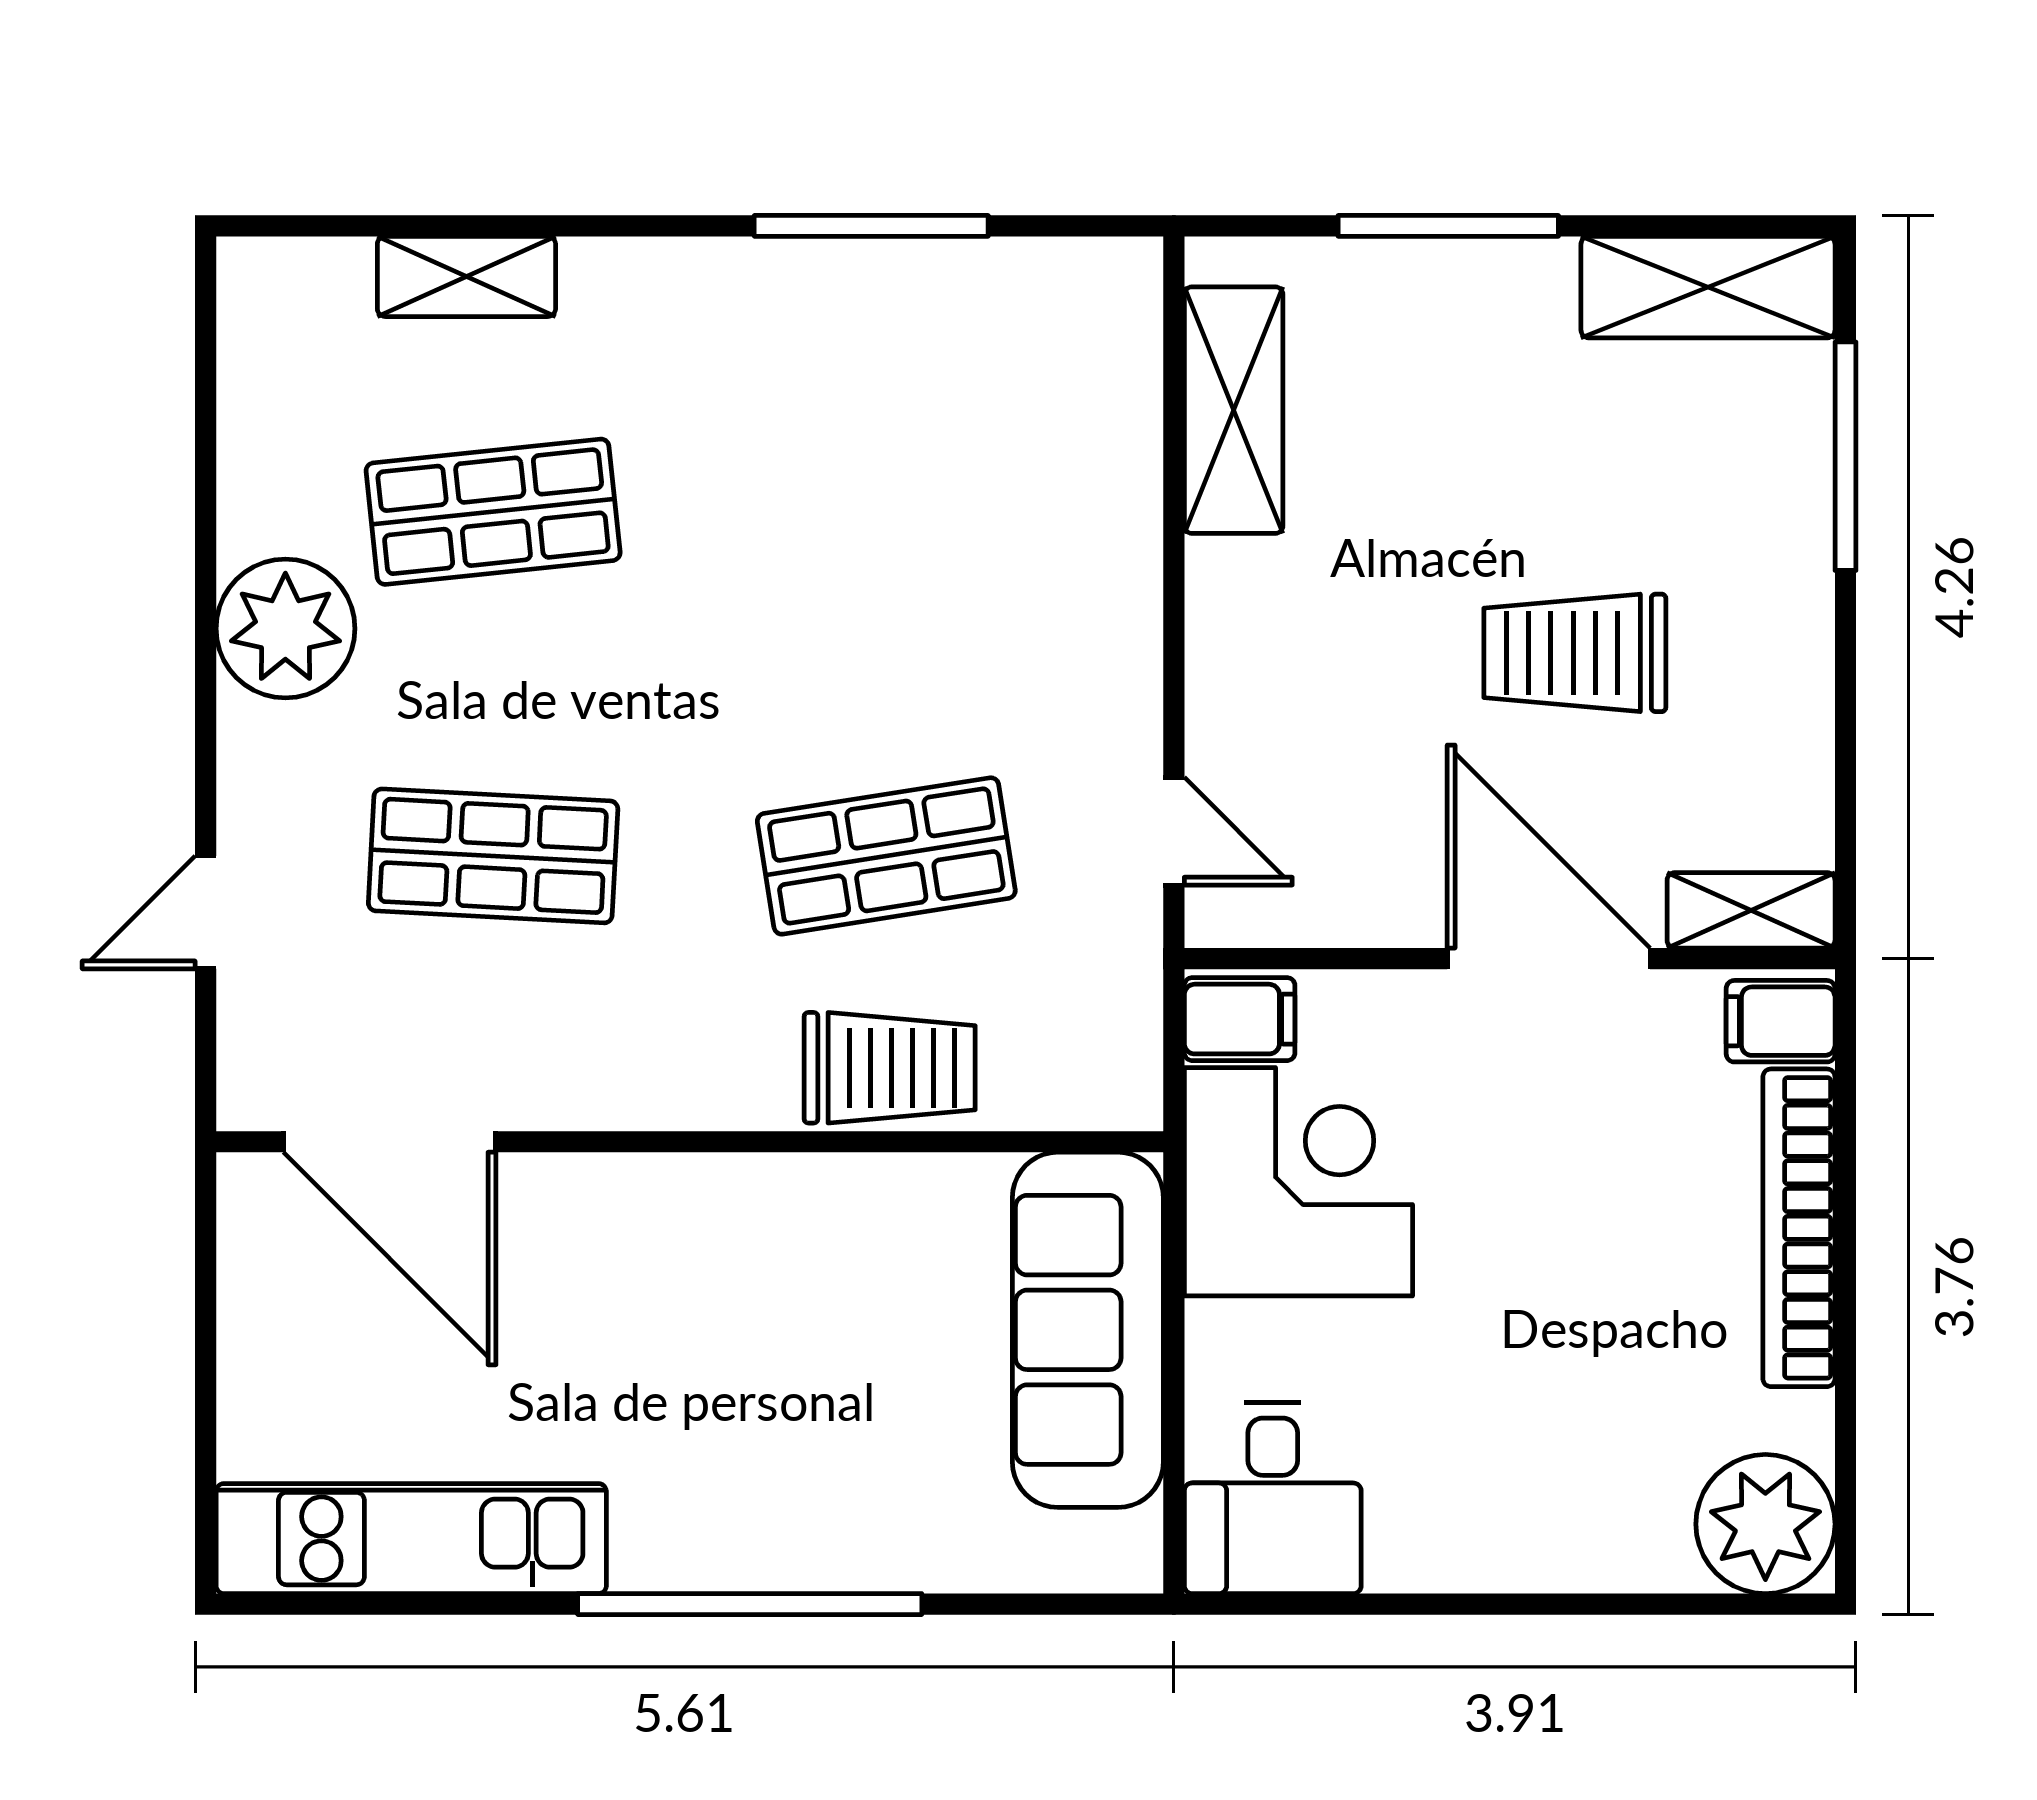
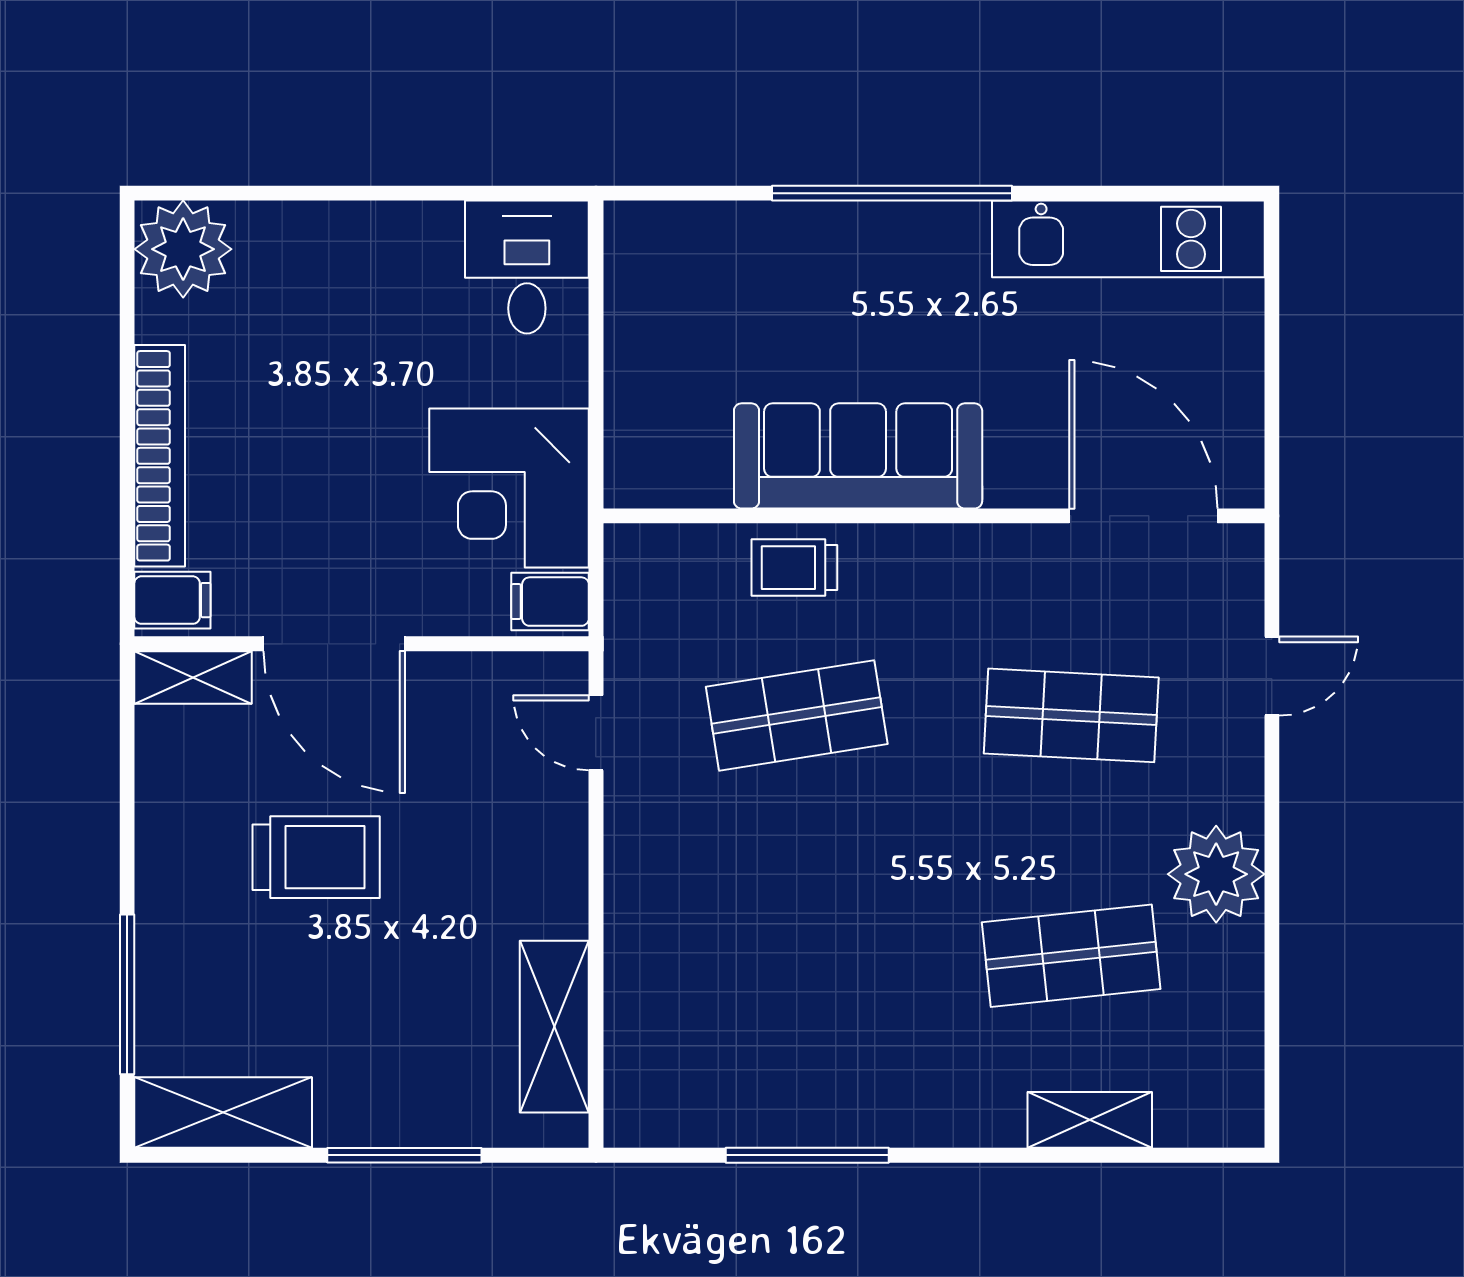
trolley: (890, 1068) -> (794, 568), width x0.73, depth x0.72
sofa: (1088, 1330) -> (858, 456), moved, turned -90

